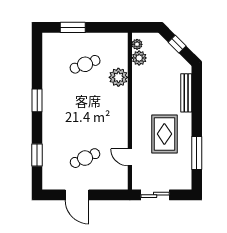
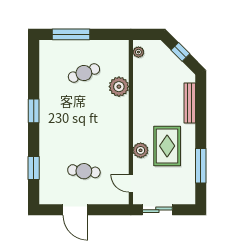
window: (73, 27) -> (71, 34), width x1.44
plant: (139, 58) -> (141, 150), moved
door: (130, 157) -> (131, 183), moved
cafe table: (85, 158) -> (84, 171), turned 30

